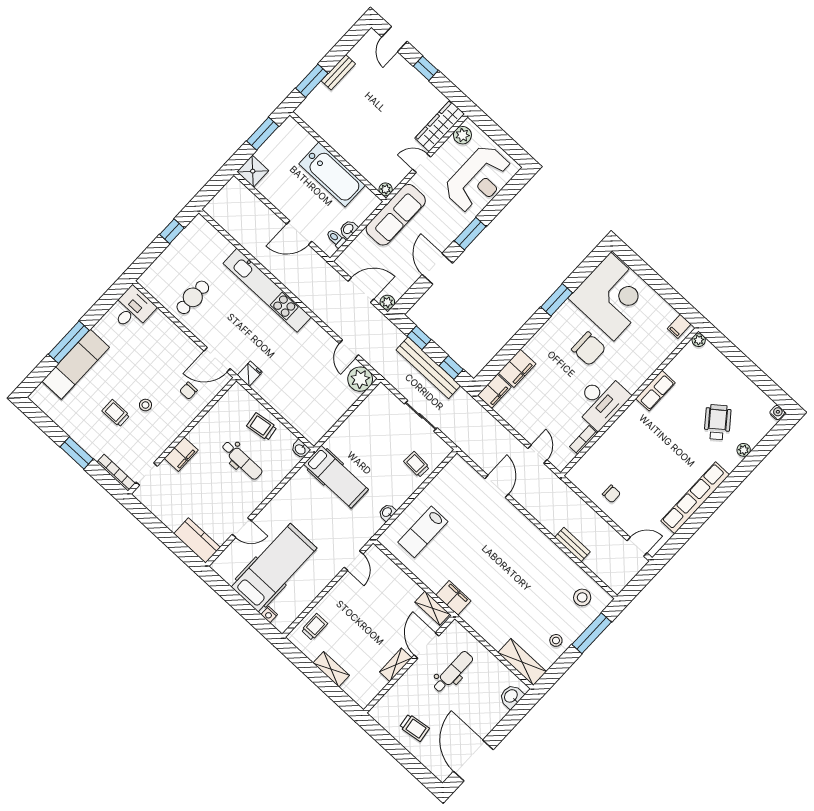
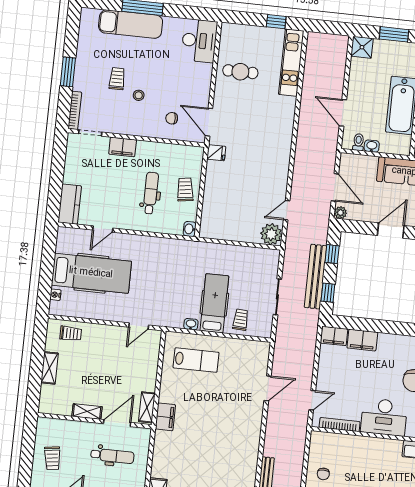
kitchen unit: (267, 290) -> (291, 63), moved, width x0.73
desk: (132, 309) -> (199, 41), width x1.37
bookcase: (583, 440) -> (340, 425), width x1.56
dental chair: (242, 460) -> (151, 193), turned 180
hospital bed: (336, 477) -> (214, 303), moved, turned 180
door: (242, 528) -> (103, 229), hinge flipped
lab bench: (423, 532) -> (196, 360), turned 180

